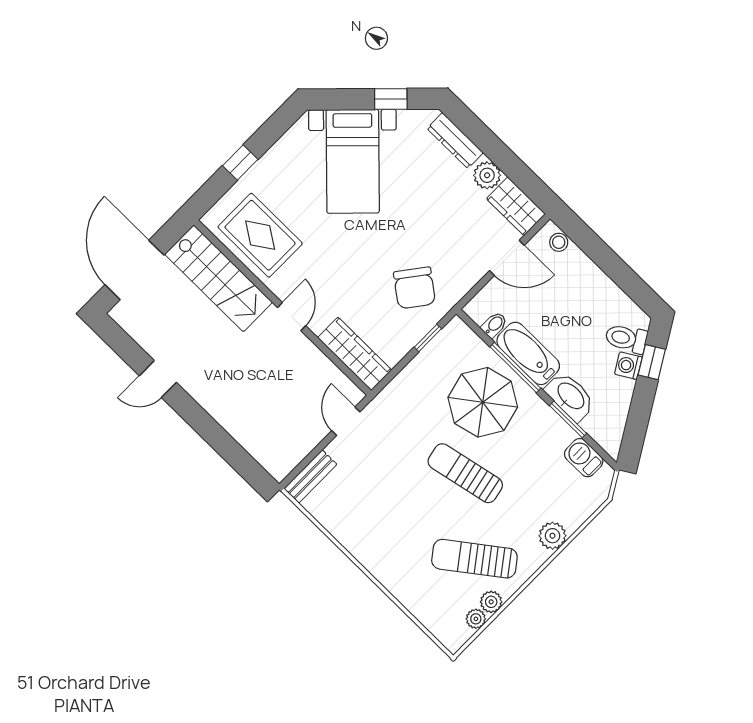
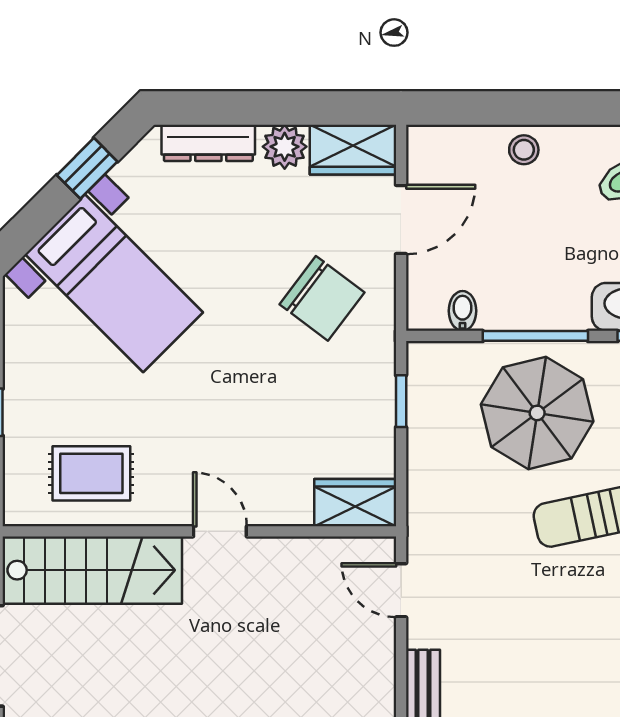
rug: (260, 235) -> (91, 473), width x0.73, depth x0.70
stool: (559, 242) -> (524, 150), moved
chair: (414, 288) -> (322, 298), moved
bathtub: (528, 353) -> (534, 305), removed
wardrobe: (355, 354) -> (355, 503), width x0.67

